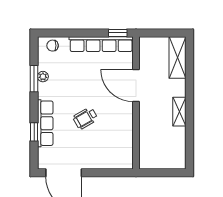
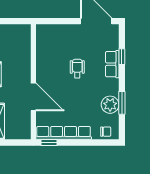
plant: (43, 77) -> (110, 105), width x1.87, depth x1.87
wheelchair: (85, 118) -> (77, 69), turned -60
row of seats: (45, 123) -> (112, 64), width x0.68

